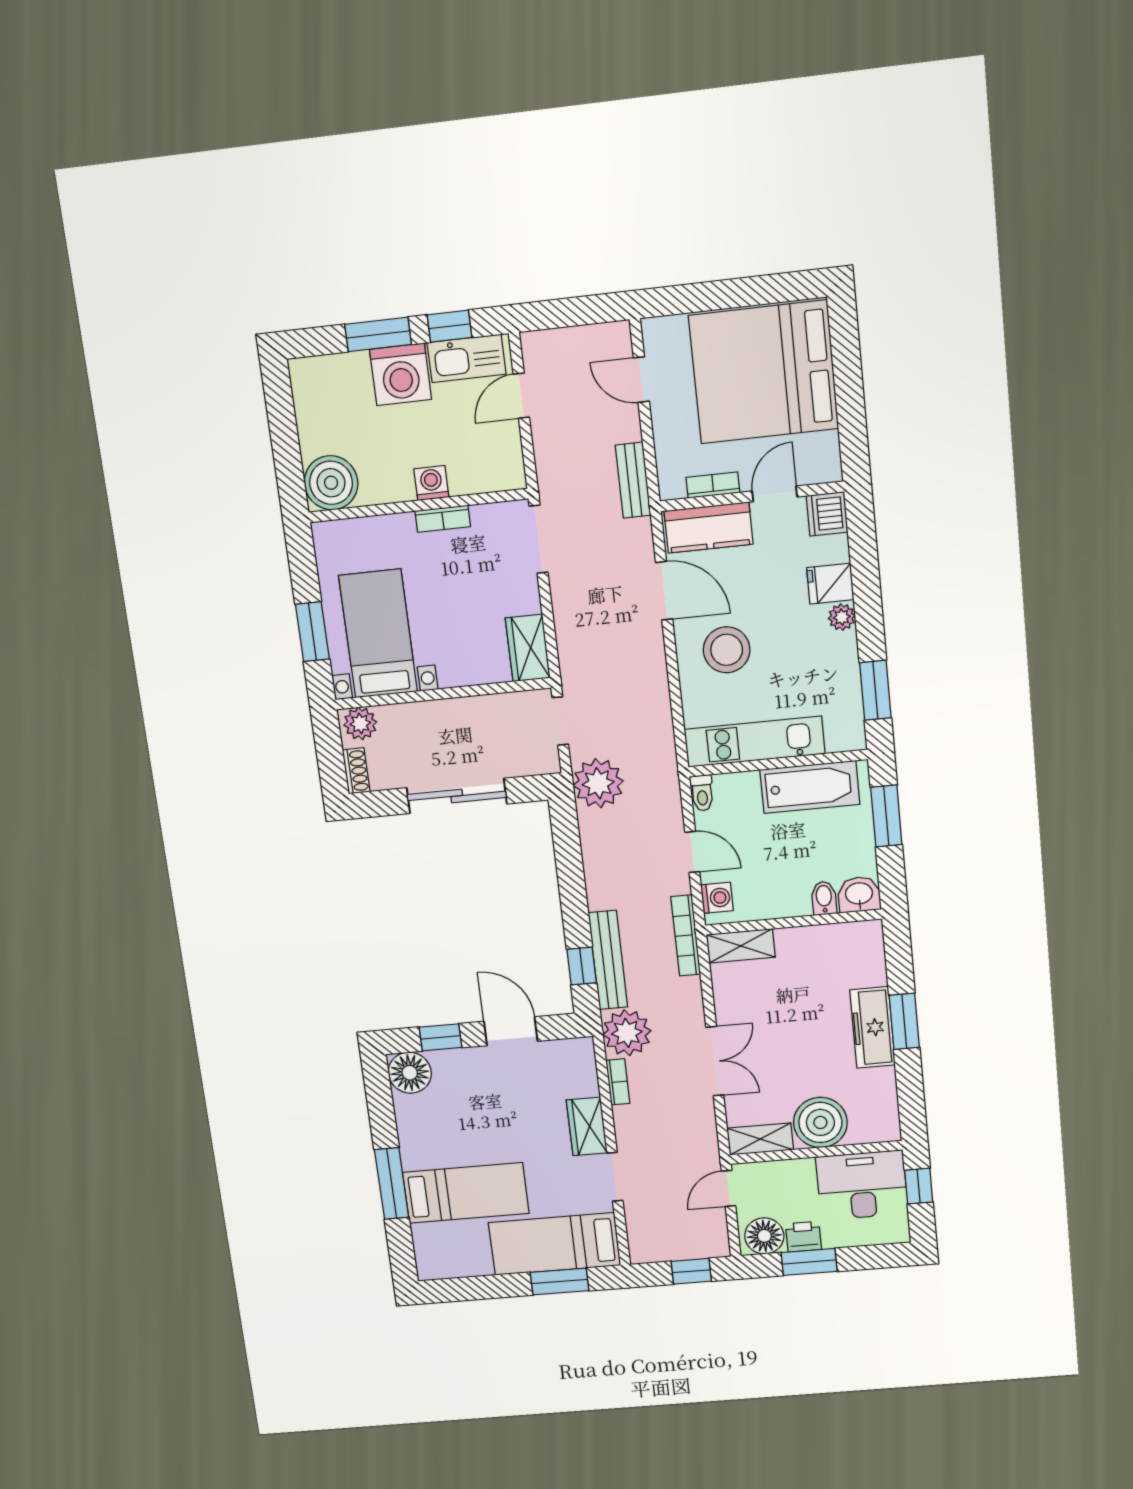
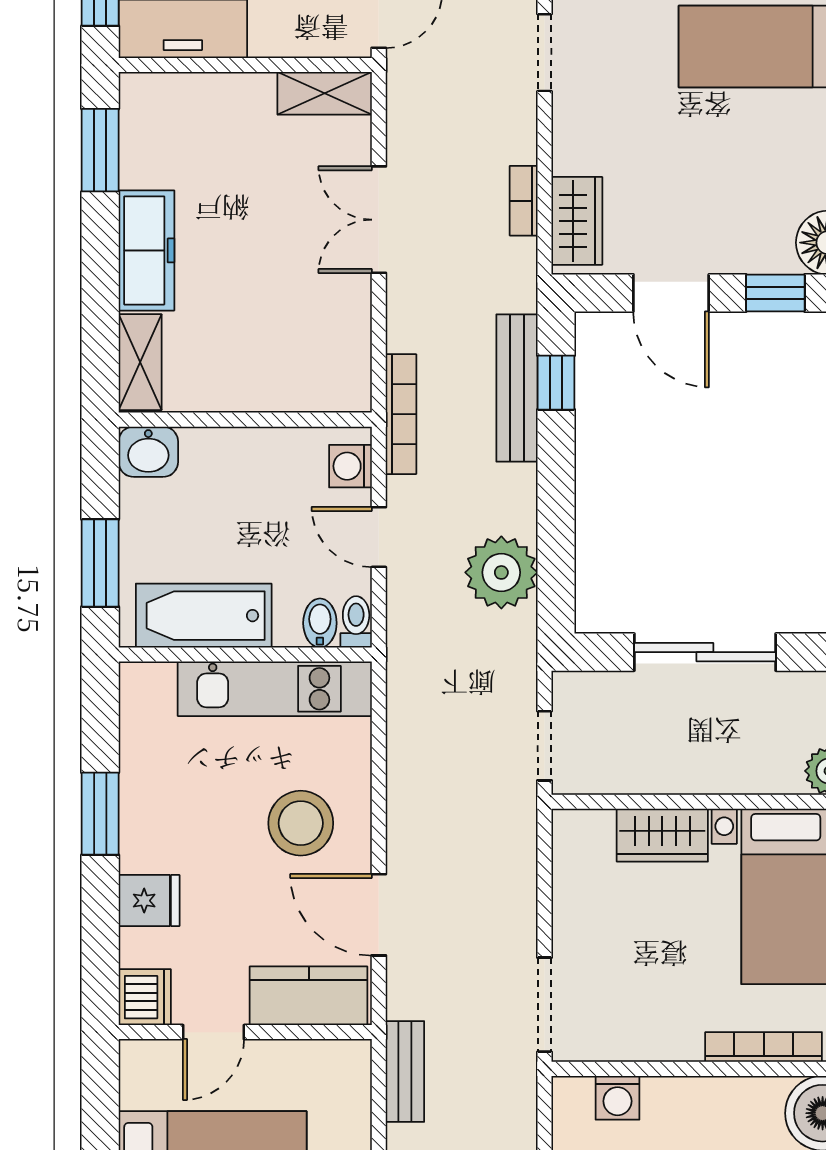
washing machine: (431, 483) -> (617, 1098), moved
bookcase: (713, 485) -> (297, 1053), removed
bookcase: (443, 519) -> (764, 1047), moved, width x1.56
plant: (842, 617) -> (137, 852), removed
wardrobe: (528, 648) -> (662, 835), moved, turned 90
window: (875, 690) -> (100, 814), moved
plant: (598, 783) -> (501, 572), moved
bidet: (824, 898) -> (320, 623), moved, turned 180
shelving: (741, 946) -> (140, 362), moved, turned 90
window: (904, 1021) -> (100, 150), moved
plant: (627, 1033) -> (502, 275), removed
boiler: (820, 1122) -> (234, 111), removed
wardrobe: (587, 1126) -> (577, 221), moved

